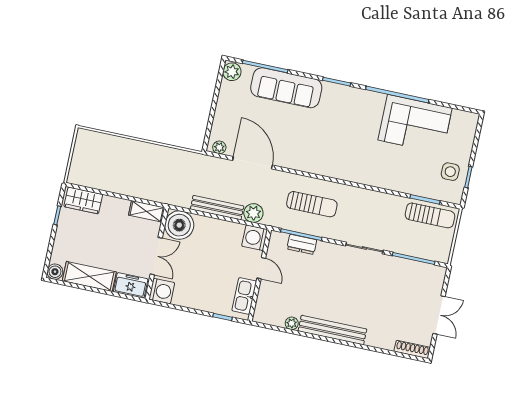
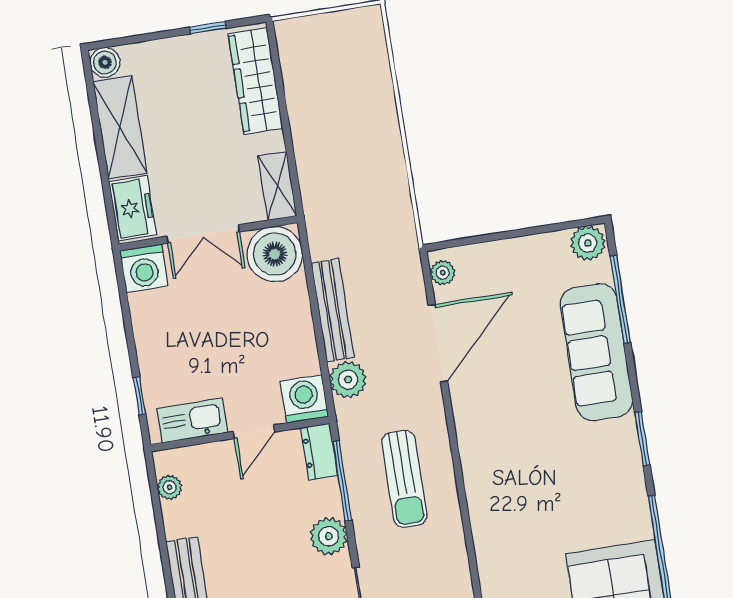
wardrobe: (83, 200) -> (256, 81), width x1.50
dresser: (302, 244) -> (319, 451), moved
plant: (326, 251) -> (329, 536), added
plant: (292, 323) -> (170, 487), moved

